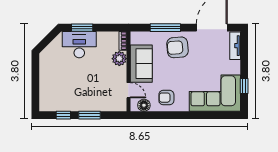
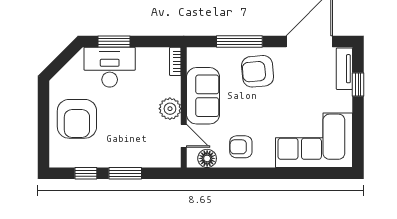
plant: (119, 59) -> (170, 109), moved
armchair: (57, 79) -> (77, 119), added
window: (244, 86) -> (358, 85), moved

